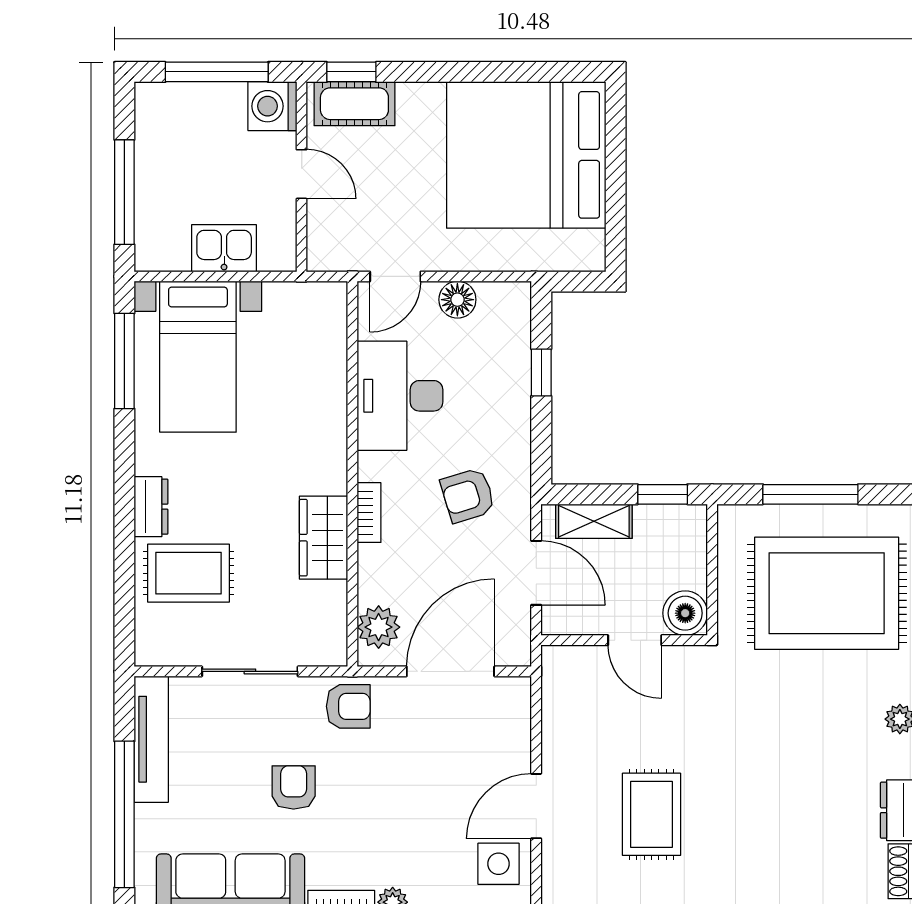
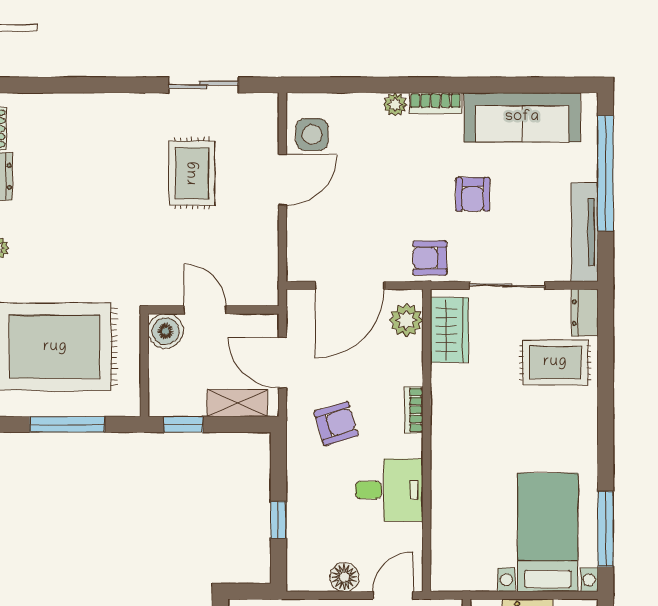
desk: (400, 396) -> (389, 490), width x0.73
dresser: (151, 507) -> (585, 313), moved
wardrobe: (324, 538) -> (449, 330), moved

